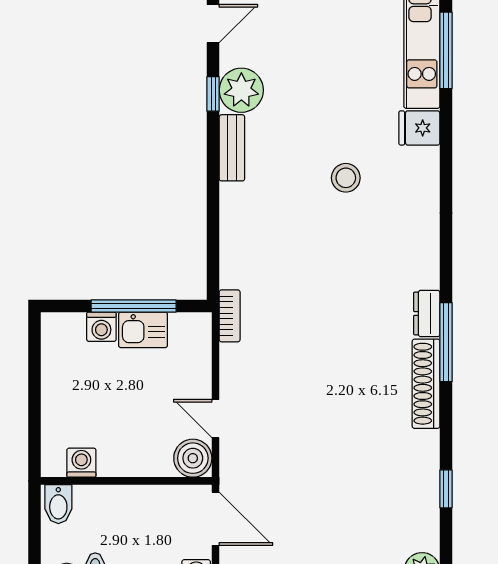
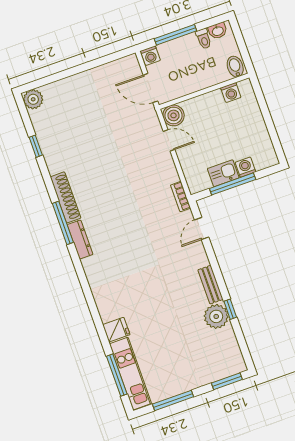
door: (213, 24) -> (202, 228), moved
stool: (346, 178) -> (145, 290), removed
dresser: (427, 313) -> (80, 239), width x1.44

